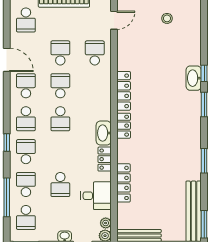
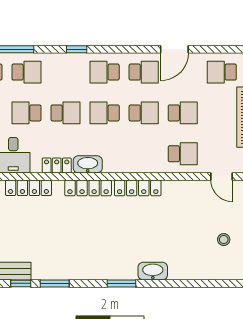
window: (204, 73) -> (21, 283), moved
locker: (124, 126) -> (88, 188), width x1.53
school desk: (26, 152) -> (66, 113), moved

